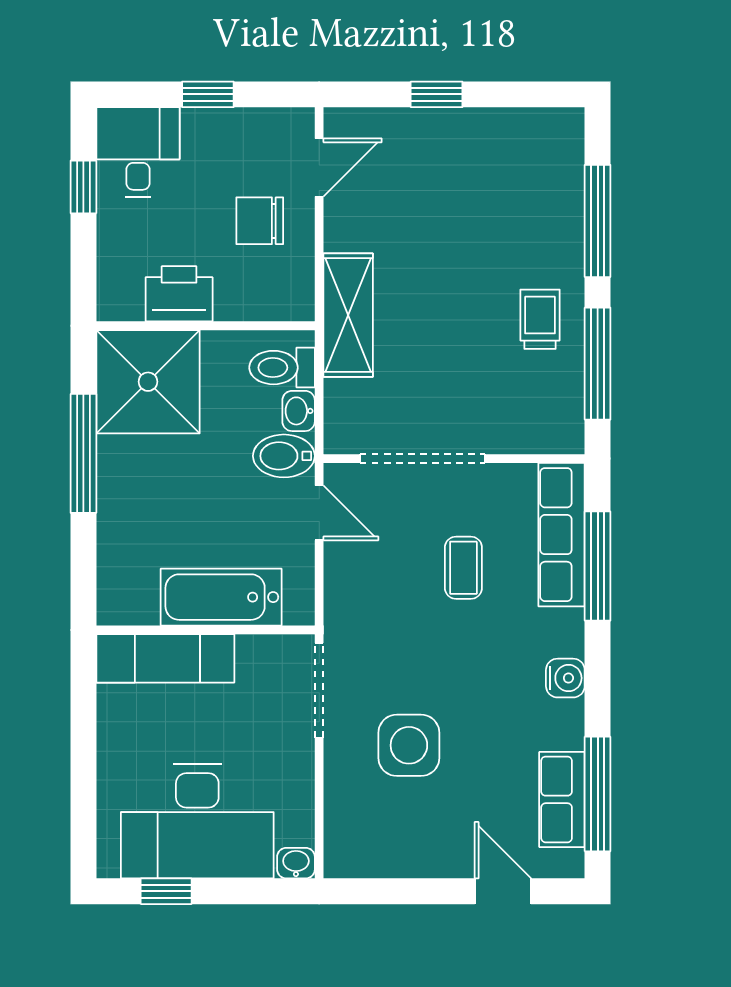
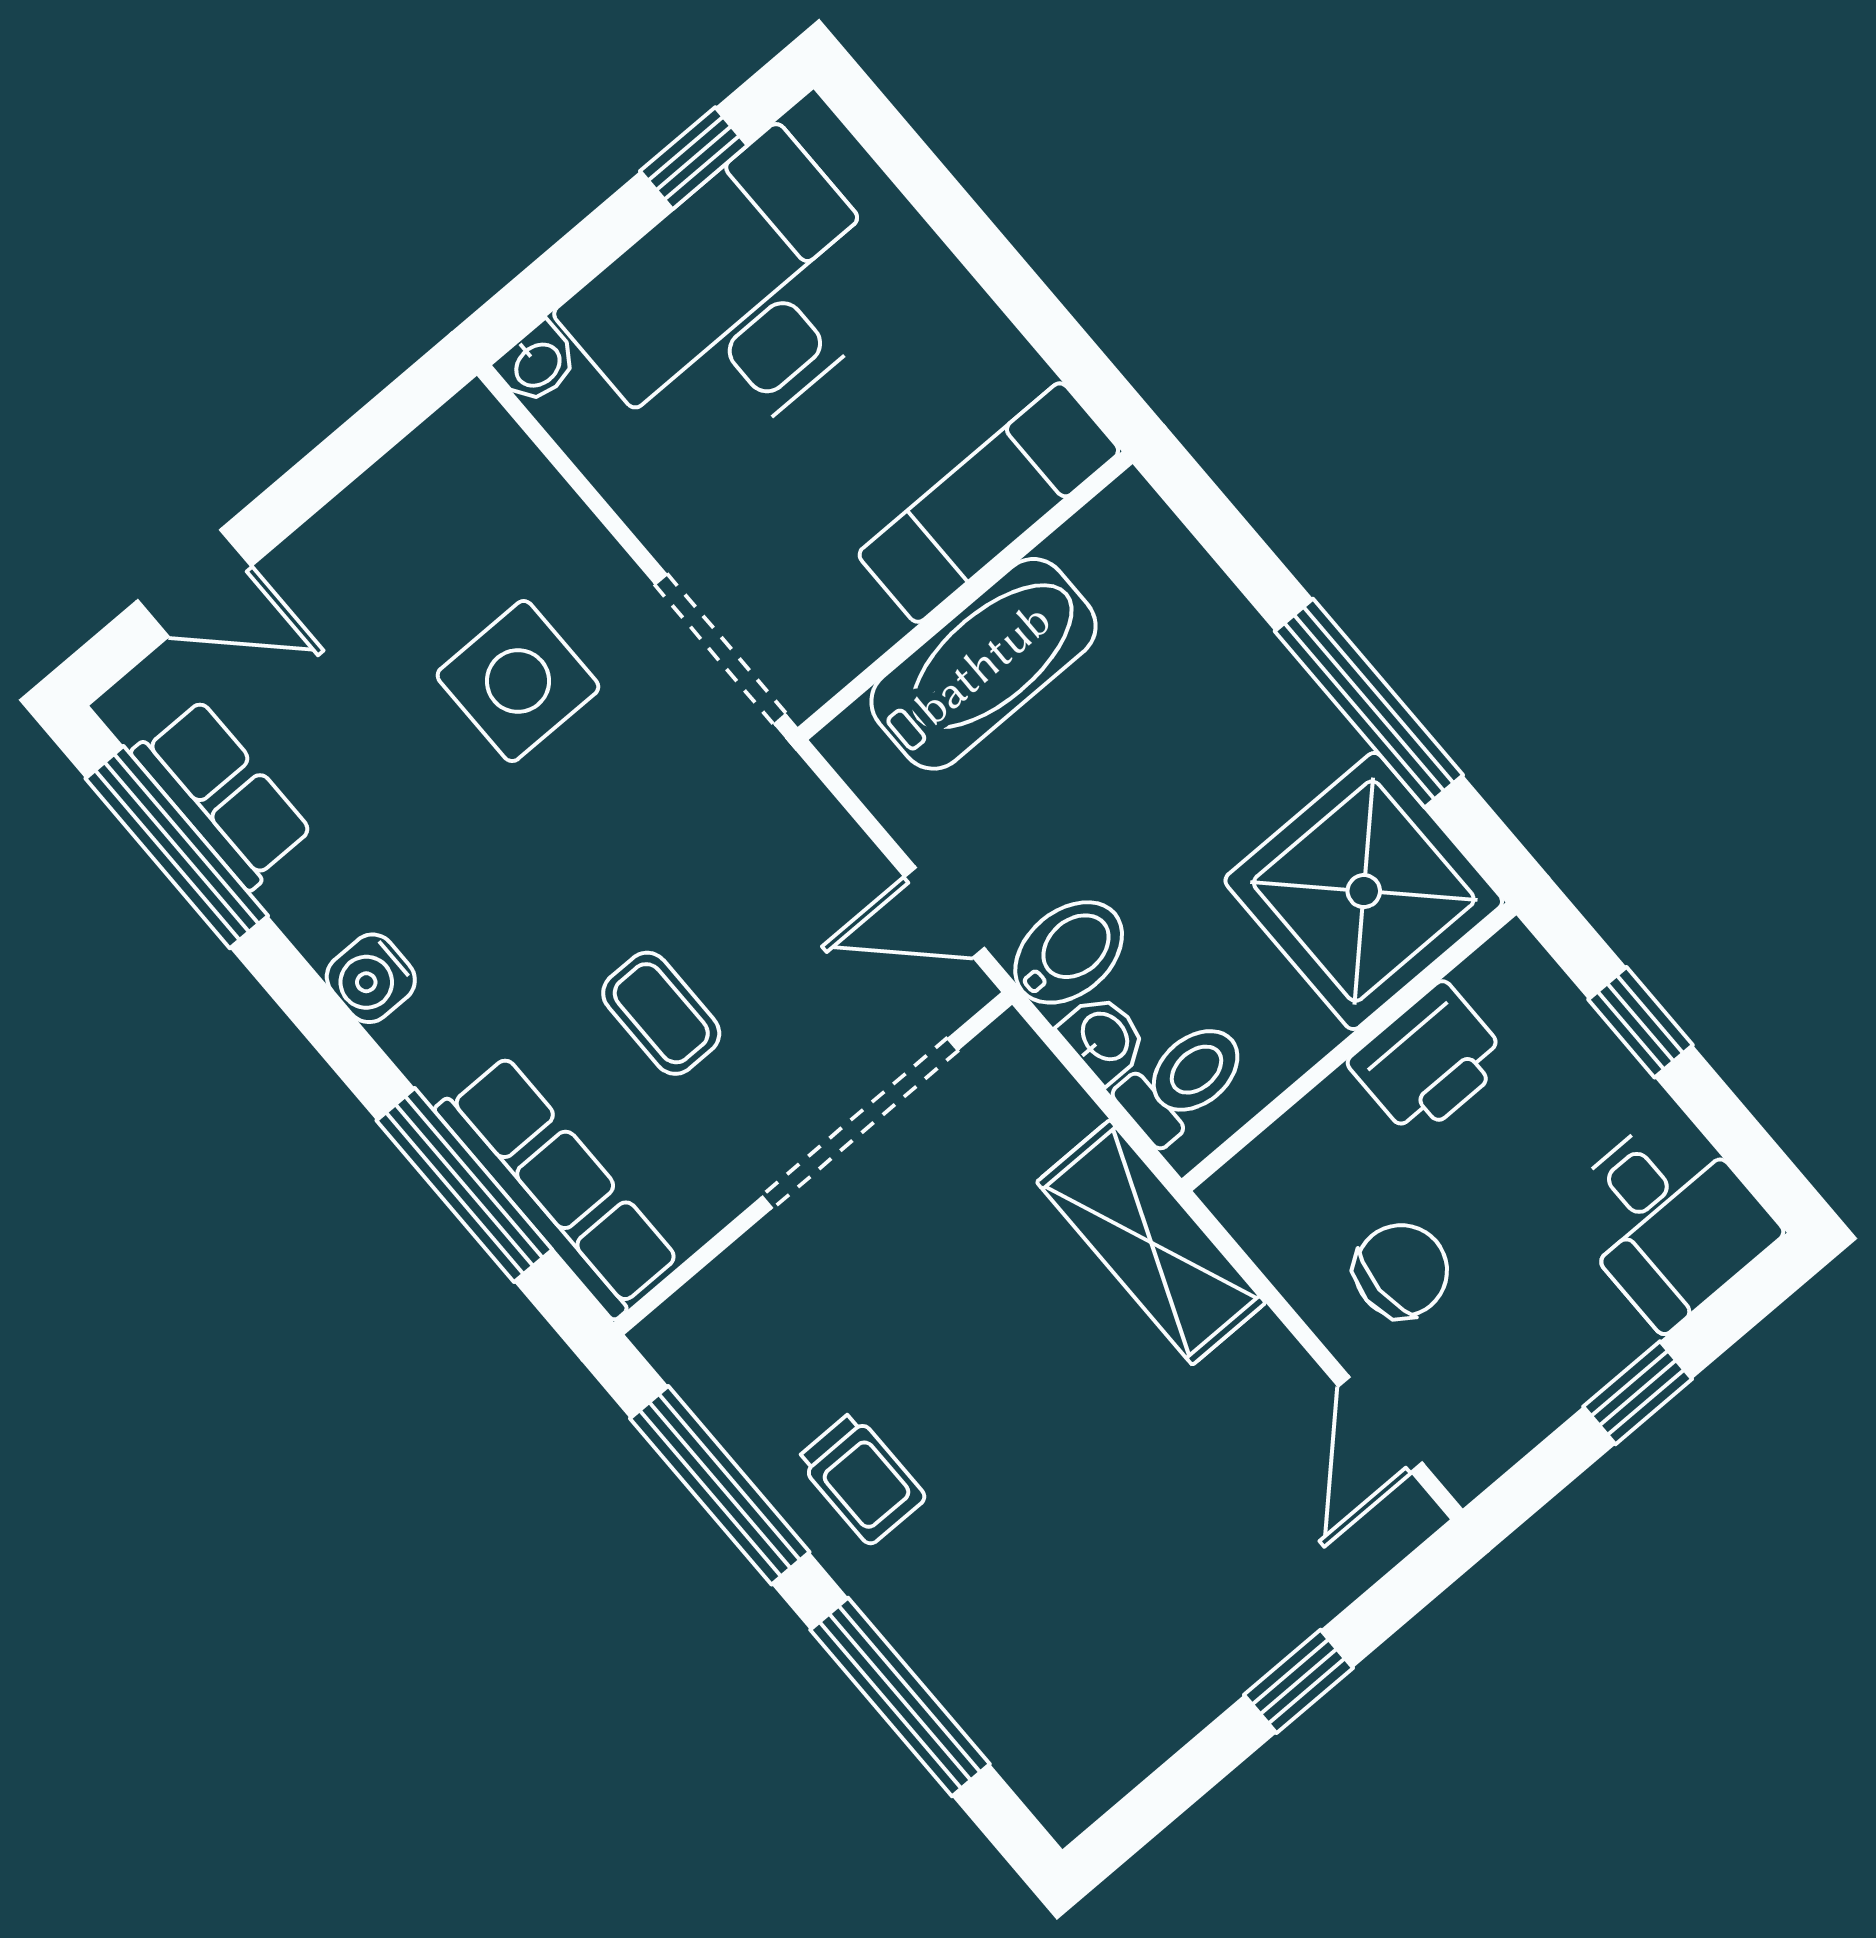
window: (83, 187) -> (1641, 1022), moved

